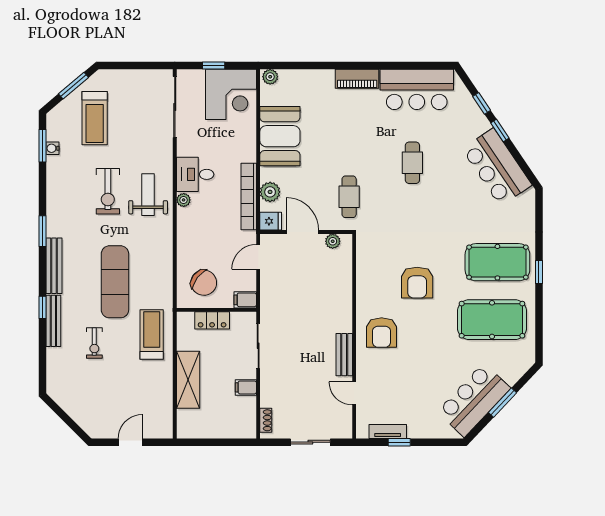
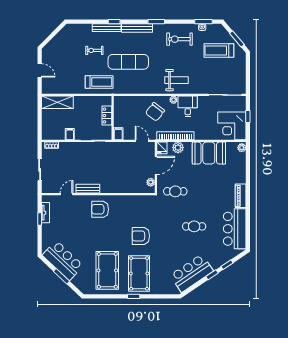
exercise bike: (108, 191) -> (180, 39), moved
chair: (204, 283) -> (155, 112), moved
armchair: (417, 283) -> (141, 236), moved
shelving: (188, 380) -> (57, 102), moved

